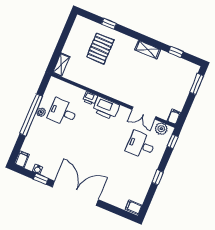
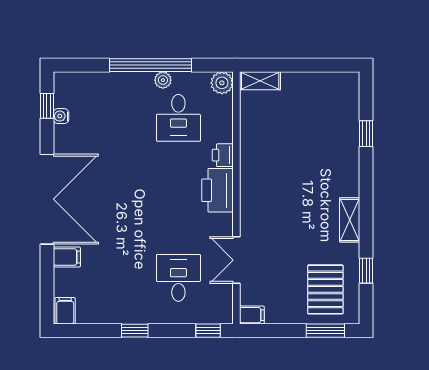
pallet: (100, 49) -> (325, 289), moved, turned 90
desk: (63, 112) -> (178, 118), turned 180
plant: (161, 129) -> (222, 83), moved
filing cabinet: (22, 159) -> (67, 257), moved
window: (41, 179) -> (47, 106), moved

